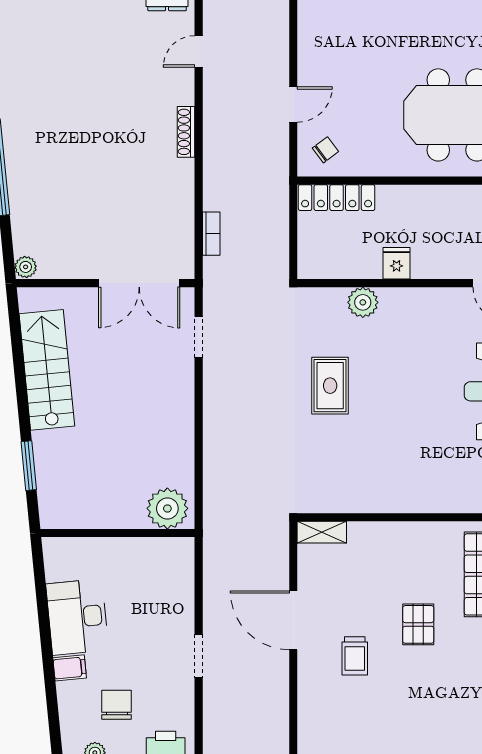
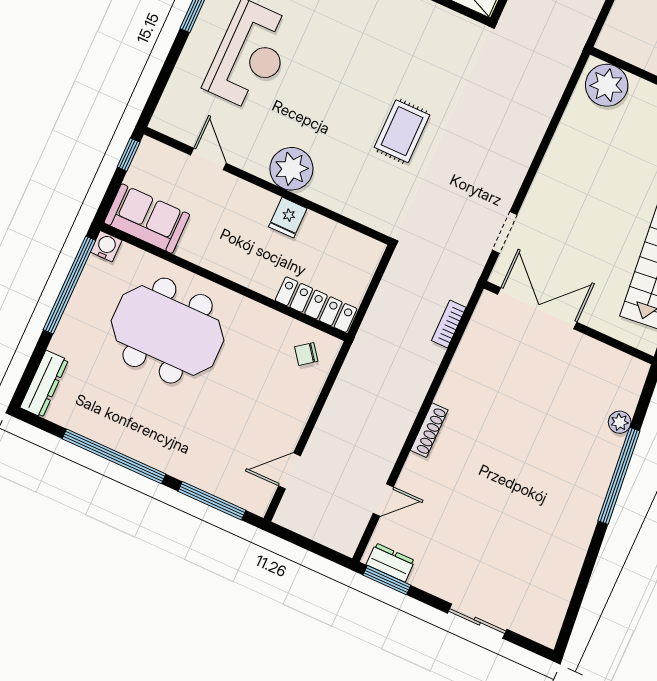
door: (293, 104) -> (290, 471), moved
plant: (26, 267) -> (620, 422), moved
plant: (363, 302) -> (291, 169), moved, width x1.36, depth x1.36

